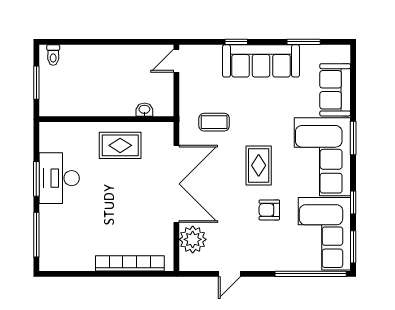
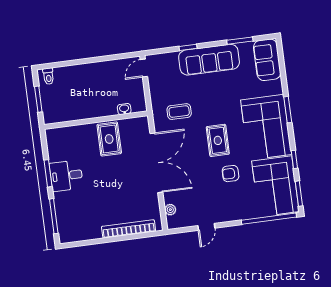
sofa: (335, 90) -> (267, 60), moved
rug: (120, 145) -> (109, 139), turned 90
desk: (59, 178) -> (66, 176), width x0.73
plant: (193, 239) -> (170, 210), width x0.53, depth x0.53

